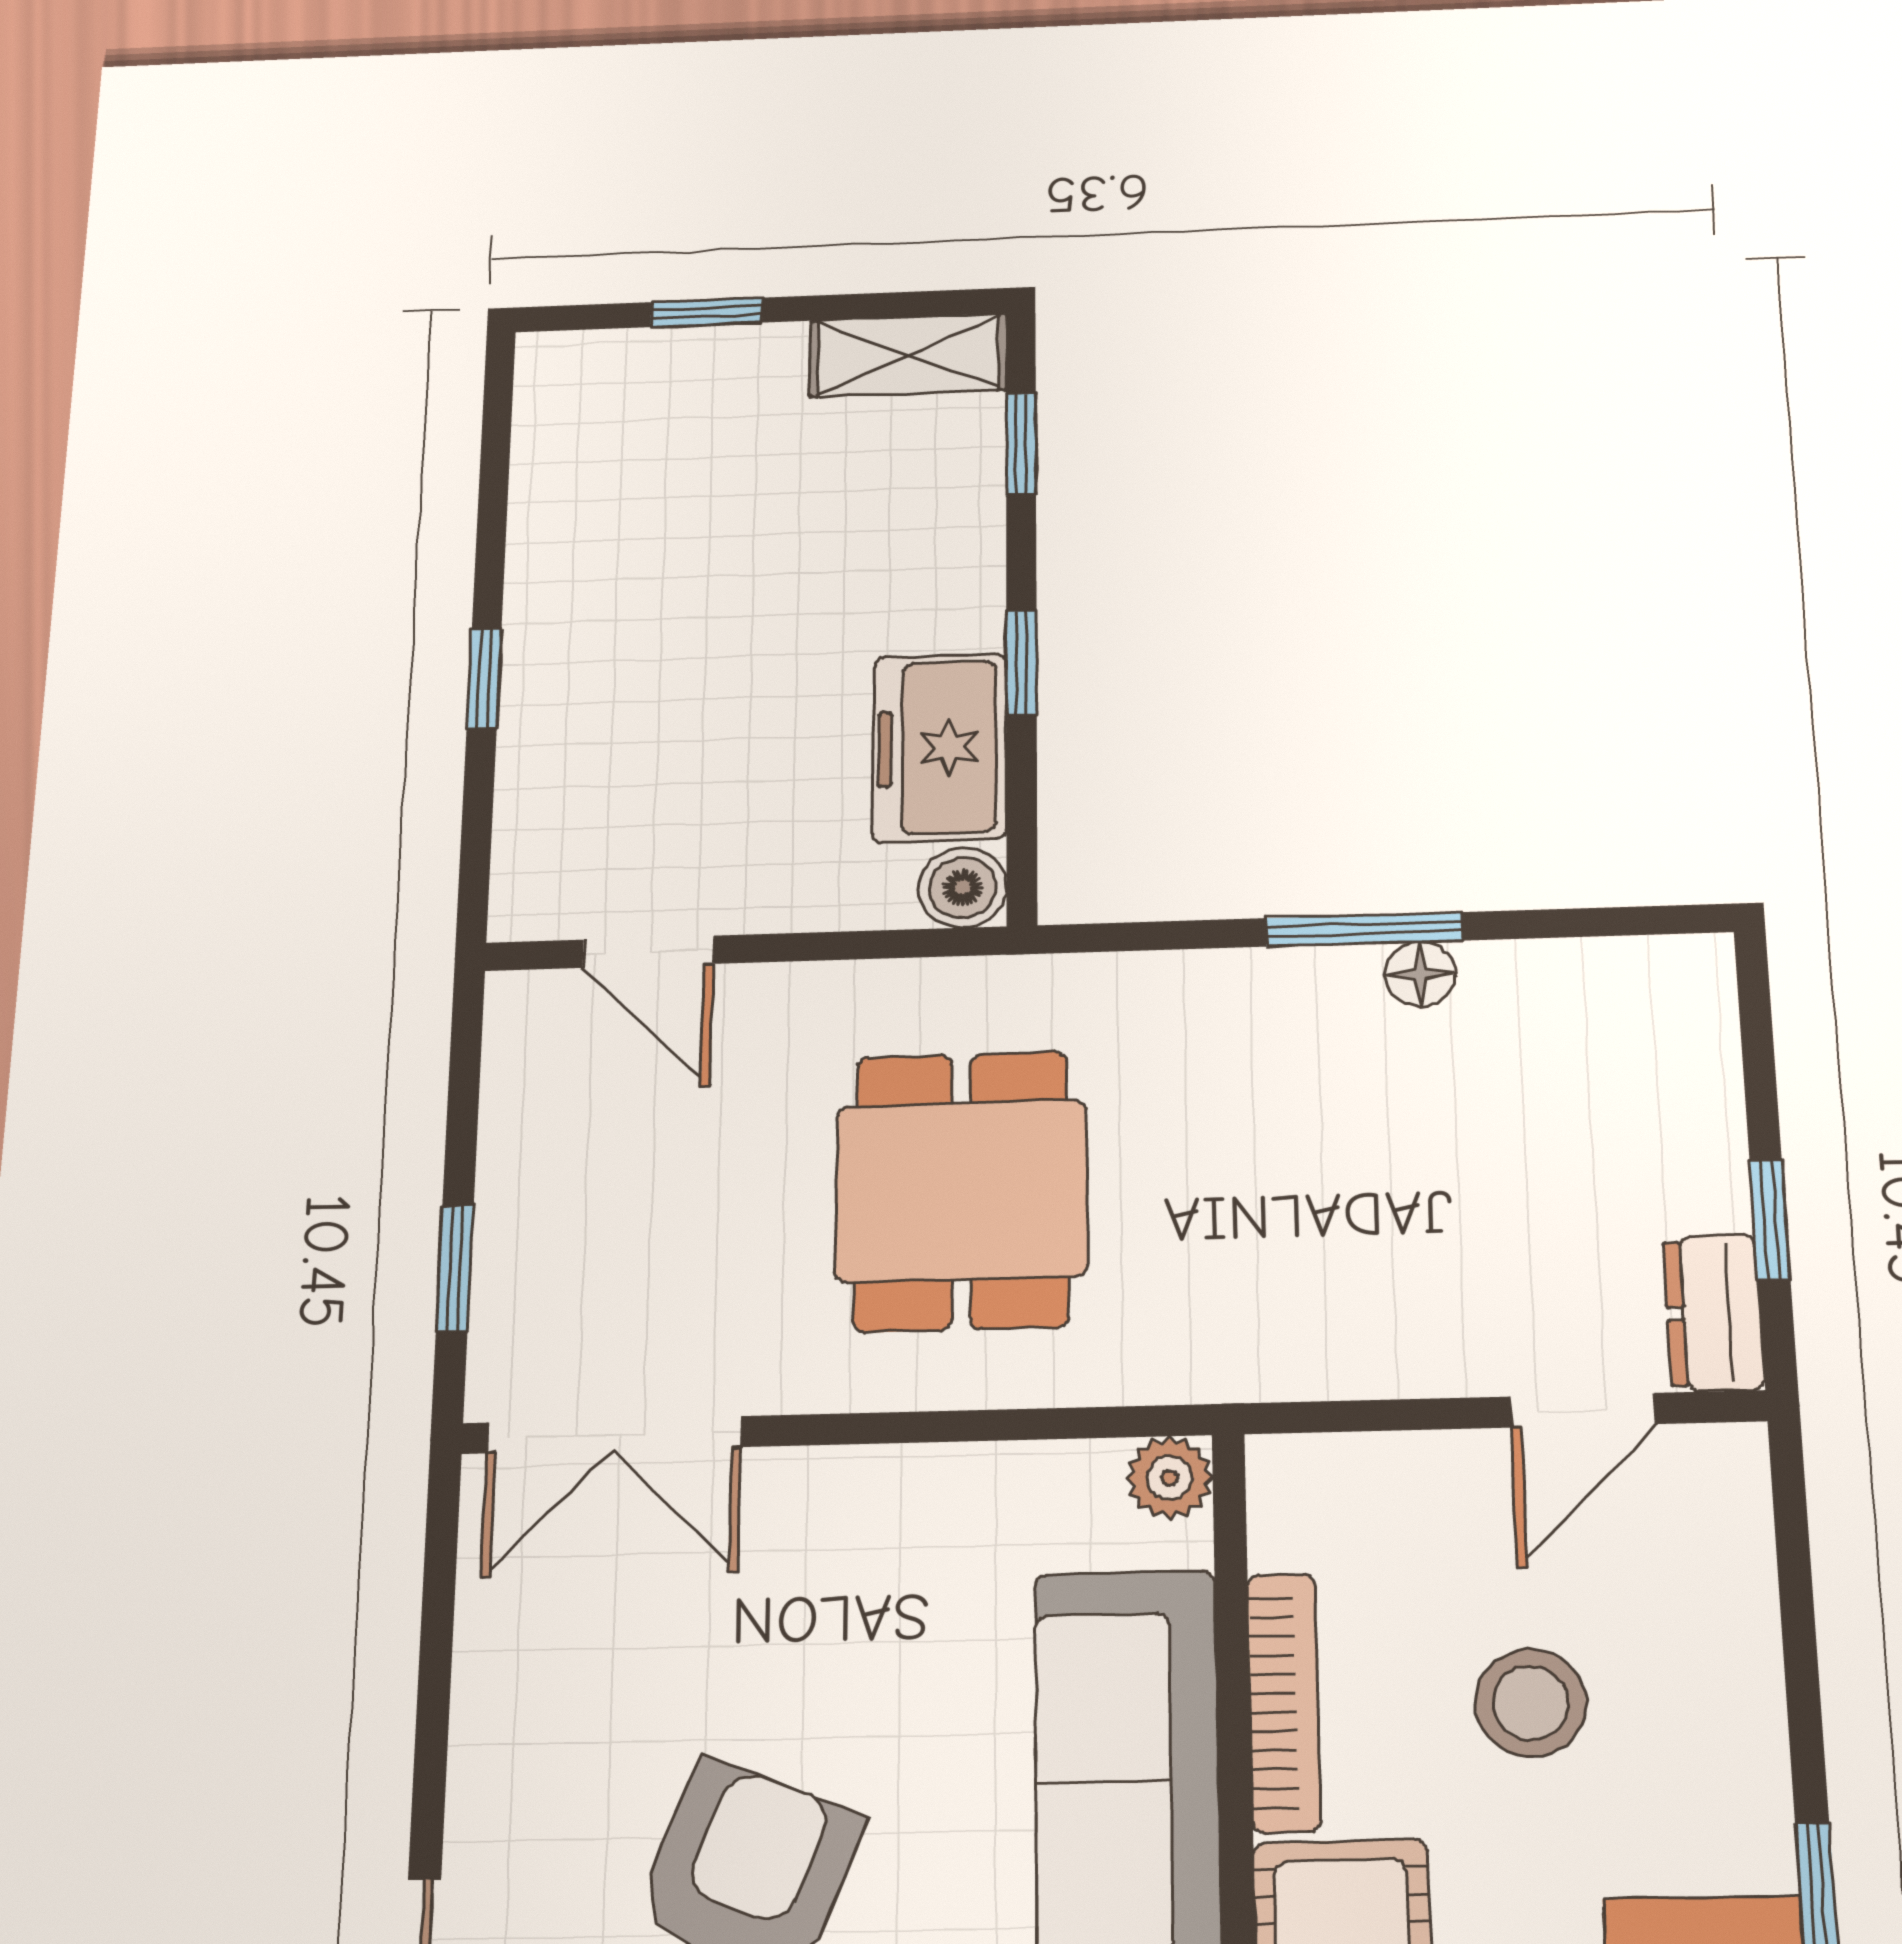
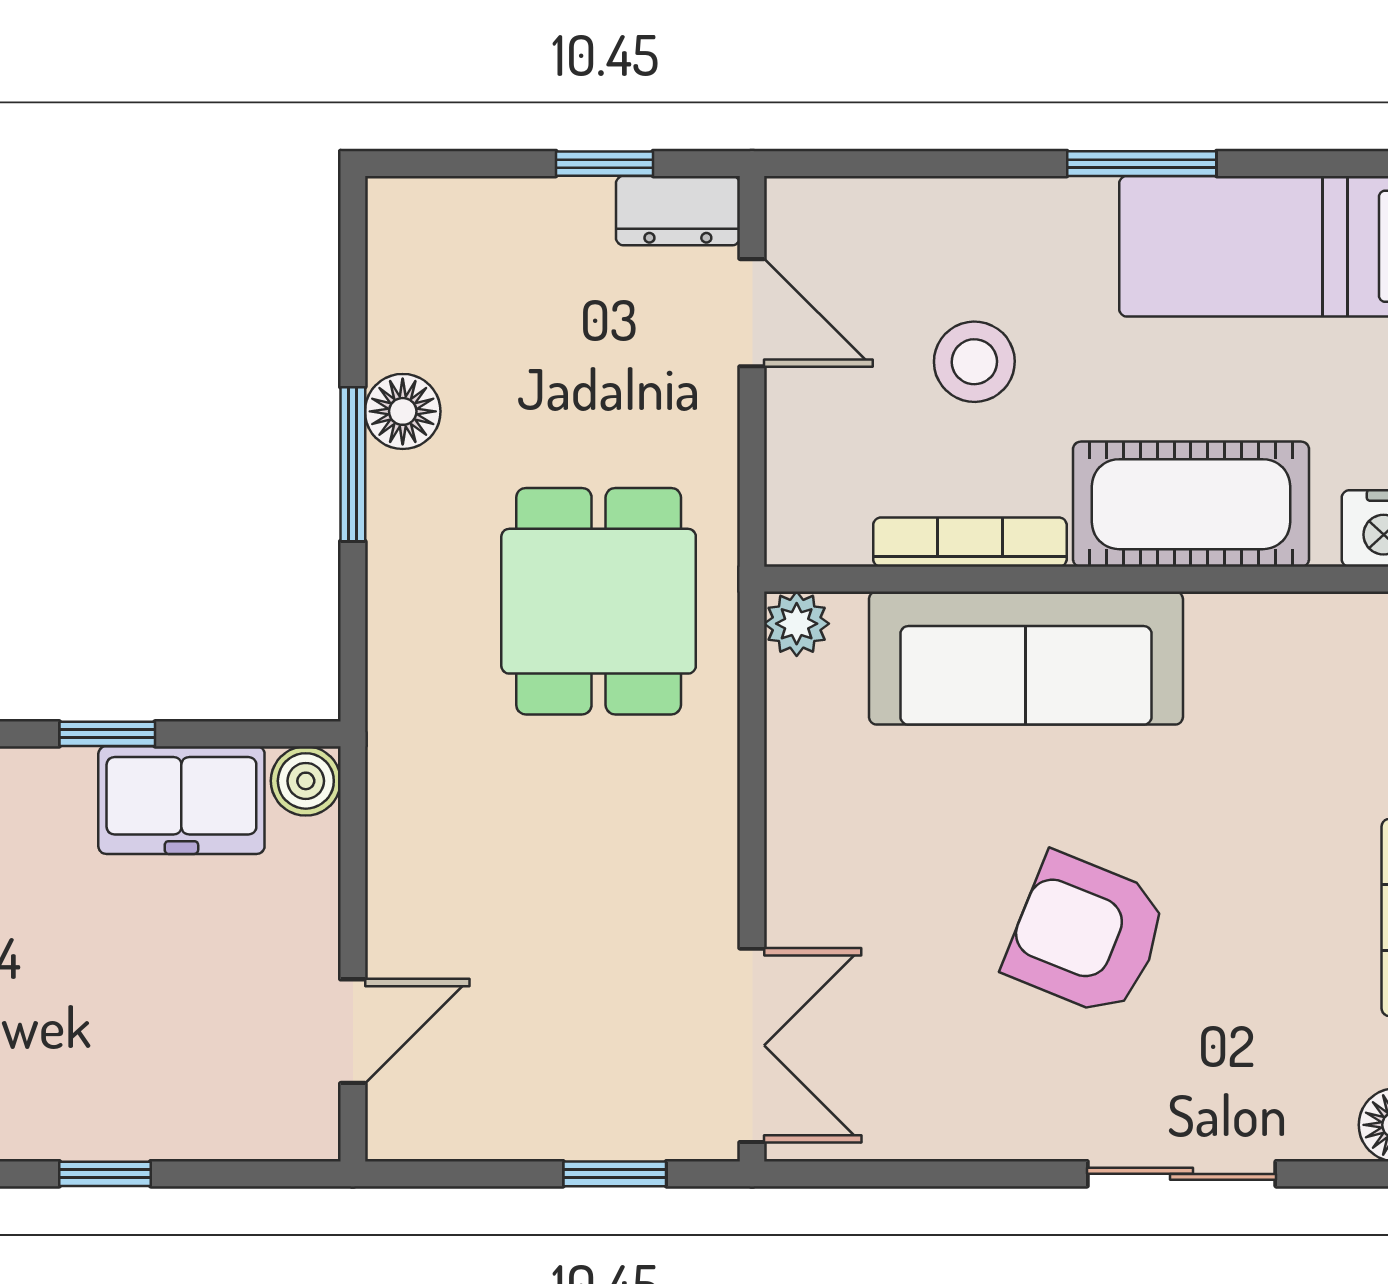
floor lamp: (1420, 974) -> (403, 411), width x1.37, depth x1.37
dining table: (961, 1191) -> (599, 601), moved, turned 90

